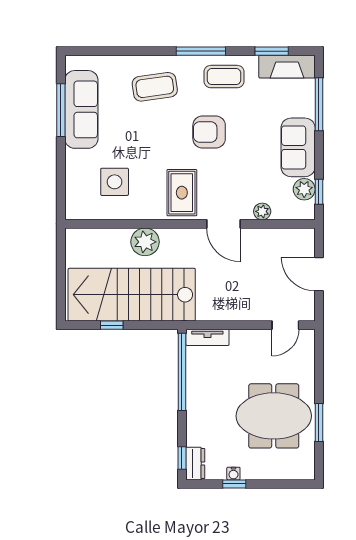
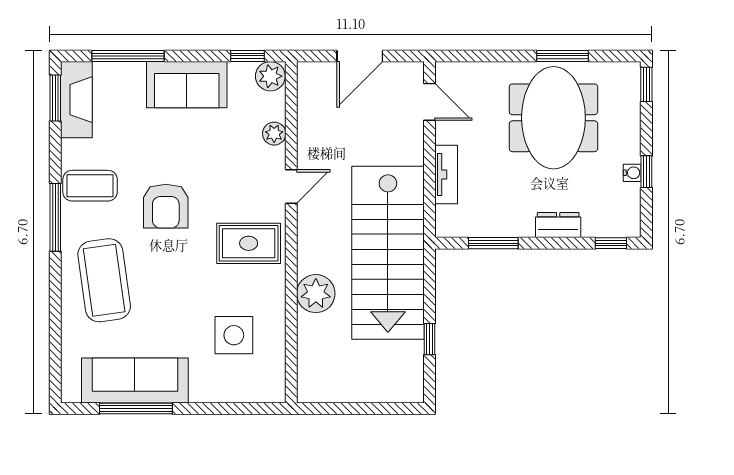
window: (272, 51) -> (55, 98), moved
coffee table: (224, 77) -> (90, 186), turned 90
coffee table: (155, 87) -> (104, 280), width x1.36, depth x1.32
plant: (304, 189) -> (270, 76), moved
door: (223, 224) -> (291, 187), width x0.73
stairs: (132, 295) -> (388, 253), moved
tv unit: (207, 337) -> (446, 174), moved
window: (182, 372) -> (493, 243), width x0.47
dresser: (195, 464) -> (558, 225), moved
window: (298, 484) -> (646, 84), added

